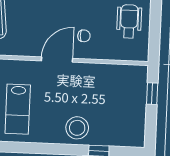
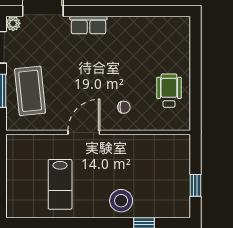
door: (57, 60) -> (84, 132), moved
window: (152, 94) -> (195, 185), moved

